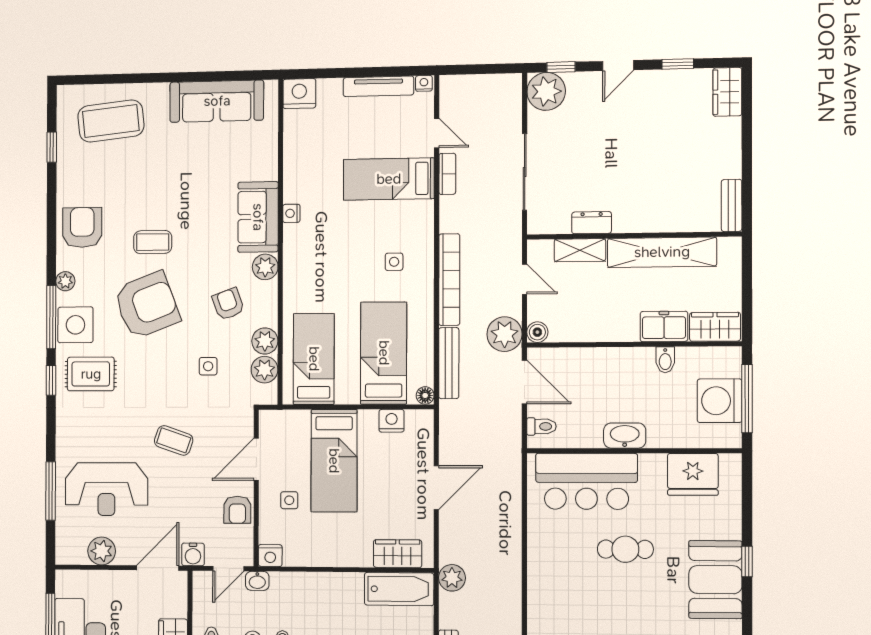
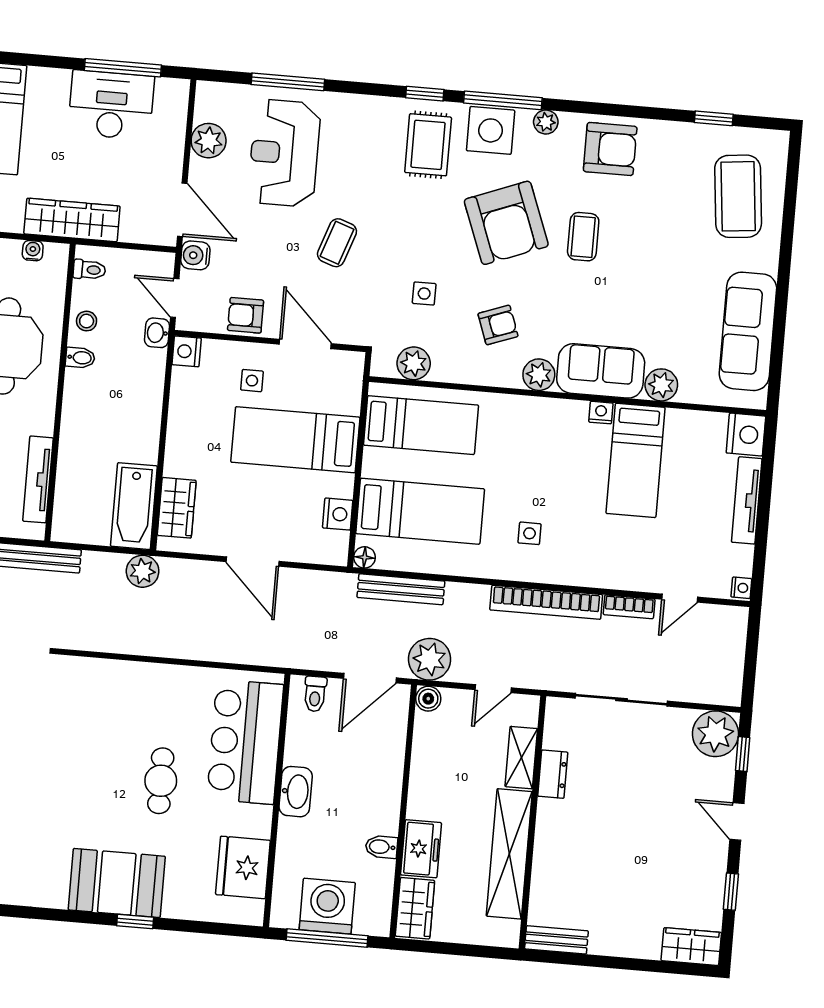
tv unit: (378, 86) -> (747, 500), moved
bed: (389, 179) -> (636, 460), moved, turned 180
bookcase: (449, 280) -> (546, 602), moved
plant: (265, 341) -> (661, 385), moved

